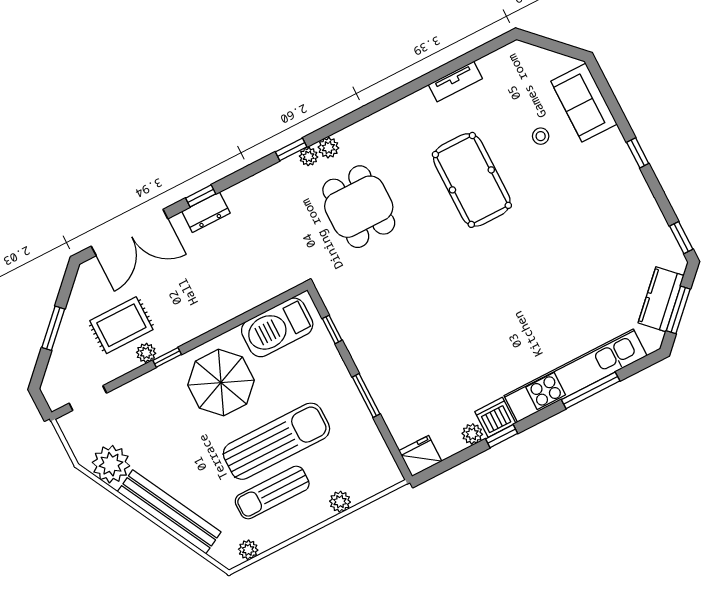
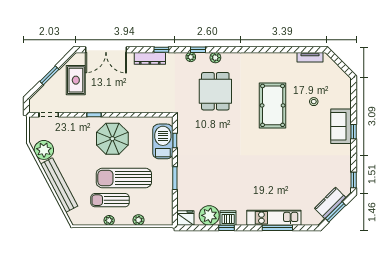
tv unit: (455, 82) -> (310, 57), moved
sofa: (584, 103) -> (341, 126), moved
plant: (309, 157) -> (191, 57), moved
window: (201, 196) -> (161, 50), moved
dresser: (206, 212) -> (150, 58), width x1.44
rug: (121, 325) -> (76, 80), moved, turned 90
barbecue: (277, 327) -> (163, 141), moved, turned 90
plant: (146, 353) -> (86, 108), removed
kitchen unit: (575, 376) -> (274, 218), width x0.73
plant: (472, 434) -> (209, 215), width x1.88, depth x1.88
sun lounger: (276, 441) -> (124, 178), turned 180
plant: (248, 550) -> (109, 220), moved

